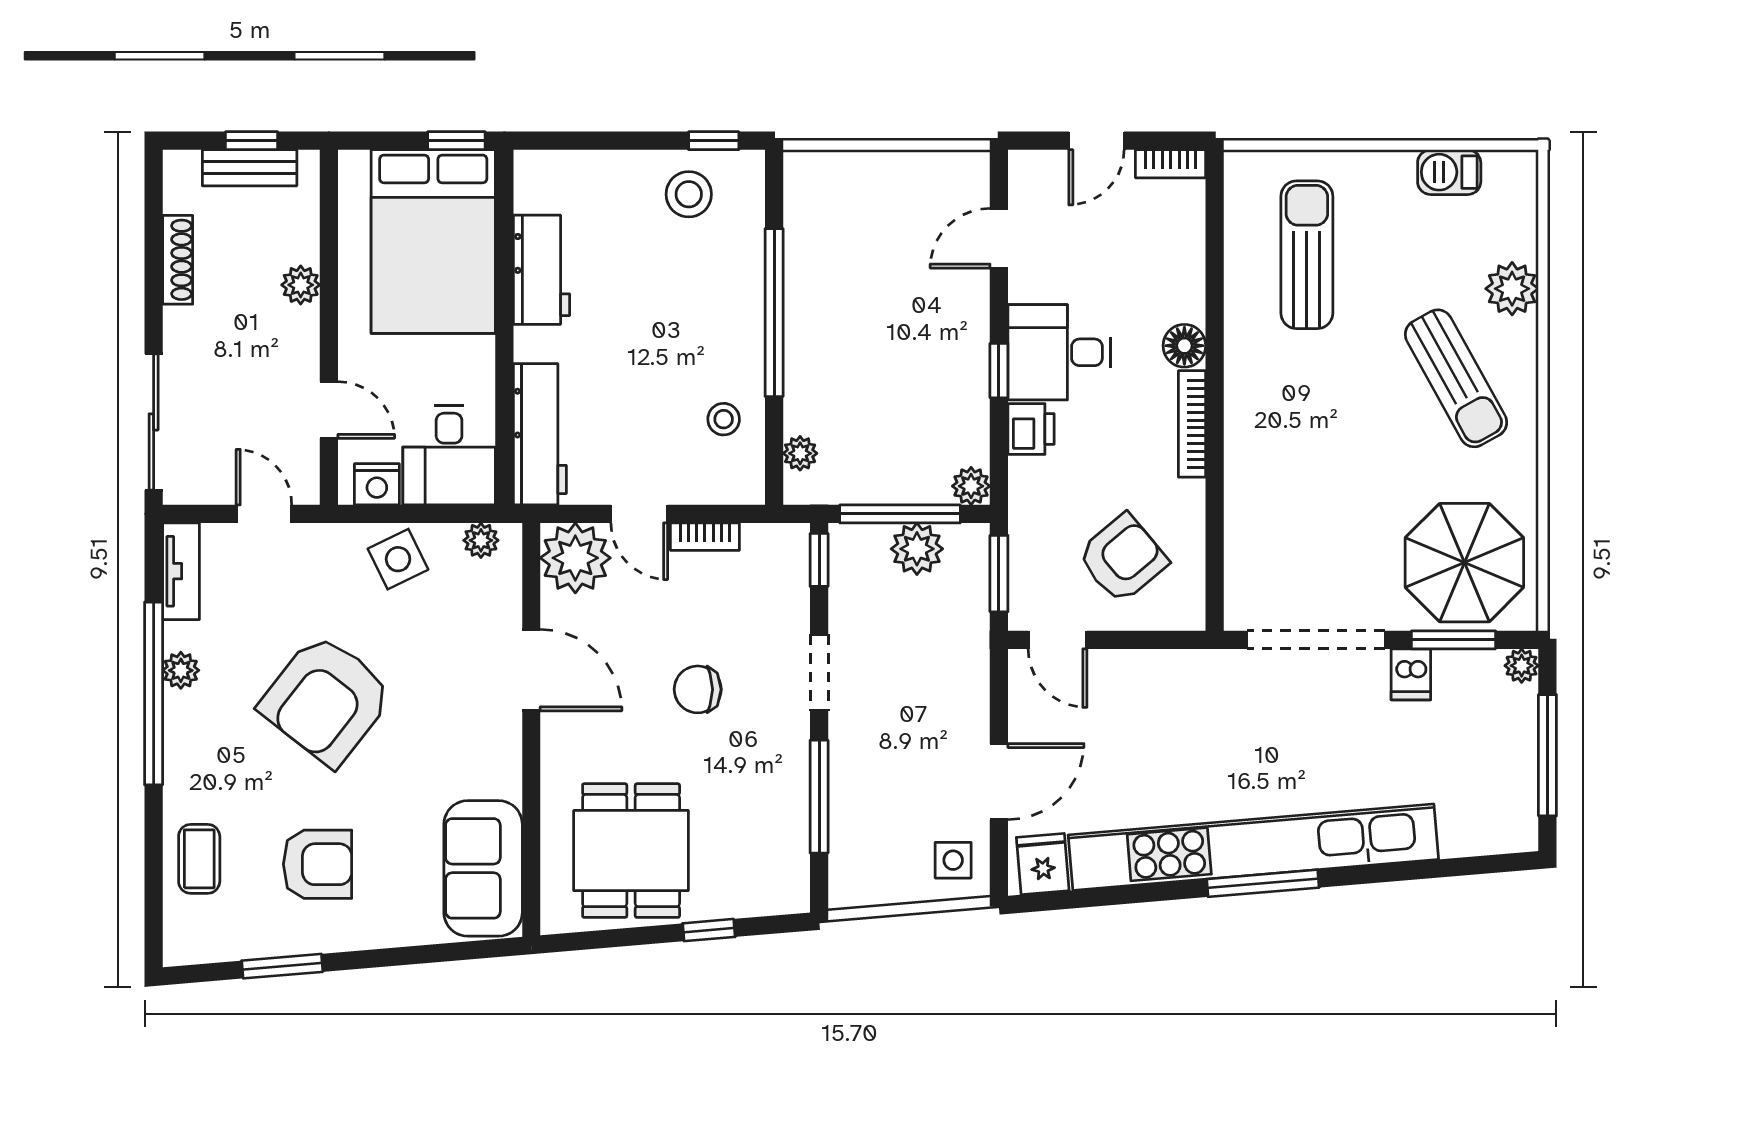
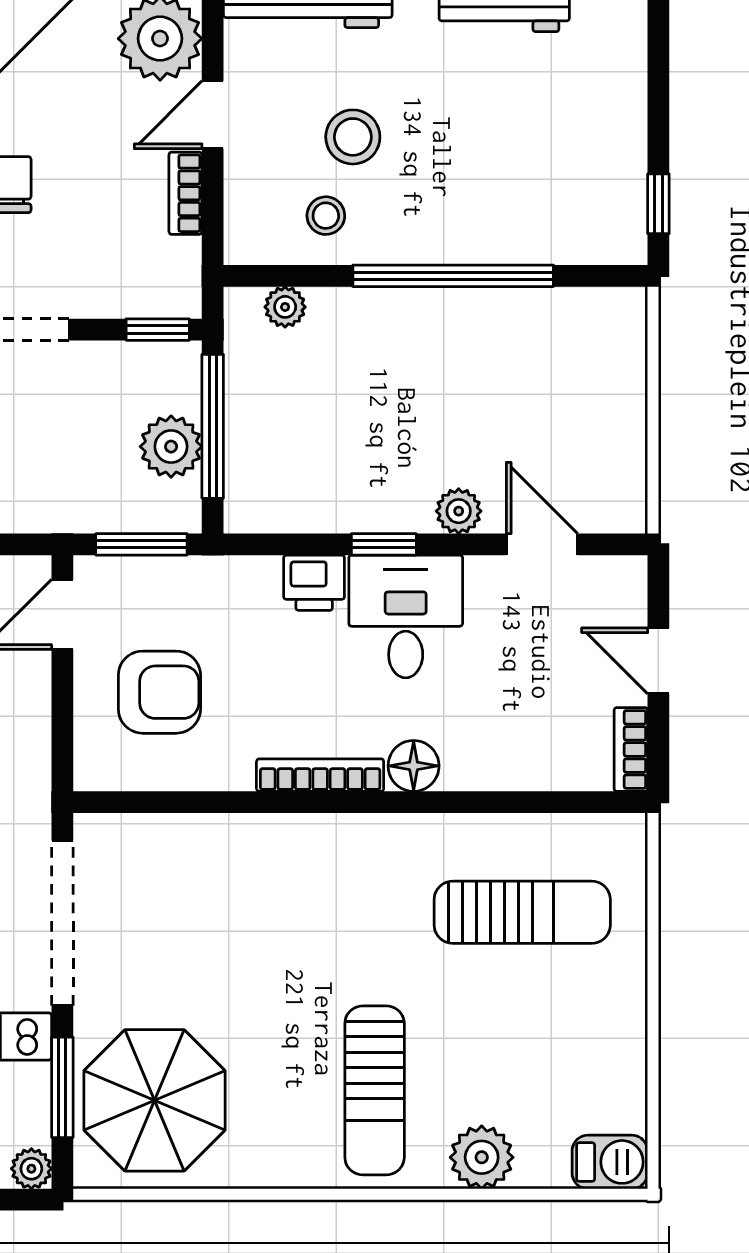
barbecue: (1449, 172) -> (610, 1162), moved, turned 90
stool: (689, 194) -> (353, 137), moved
sun lounger: (1456, 378) -> (375, 1090), turned -61
plant: (971, 486) -> (459, 511), moved
armchair: (1123, 558) -> (159, 692), turned -50

